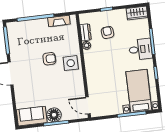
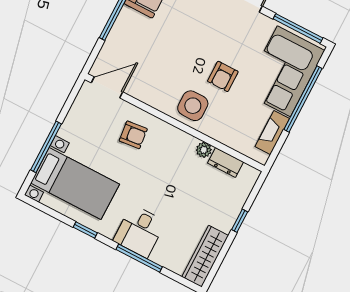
wardrobe: (137, 13) -> (205, 256), width x1.50
armchair: (107, 32) -> (133, 135), moved
corner sofa: (29, 34) -> (284, 71), added
floor lamp: (54, 115) -> (129, 23), removed

